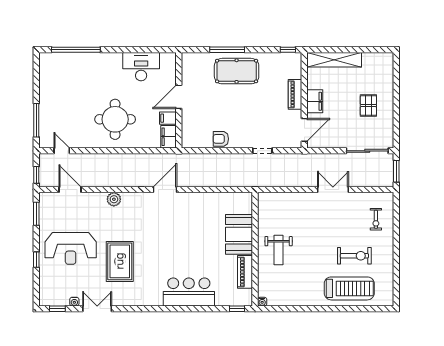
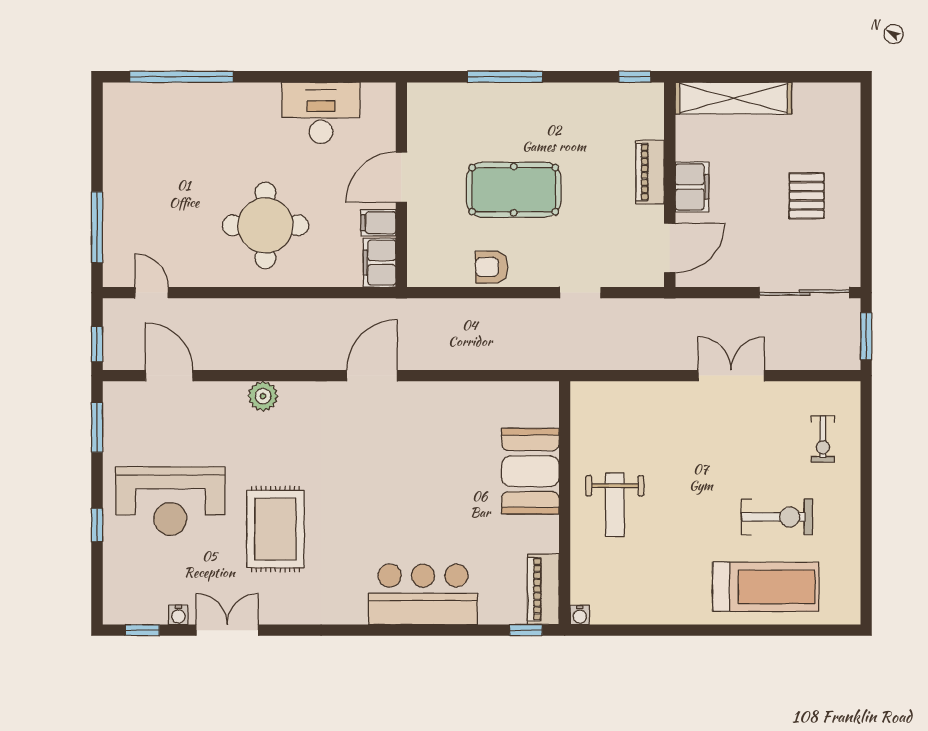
pool table: (237, 71) -> (514, 190), moved
piano: (245, 272) -> (543, 589), moved

